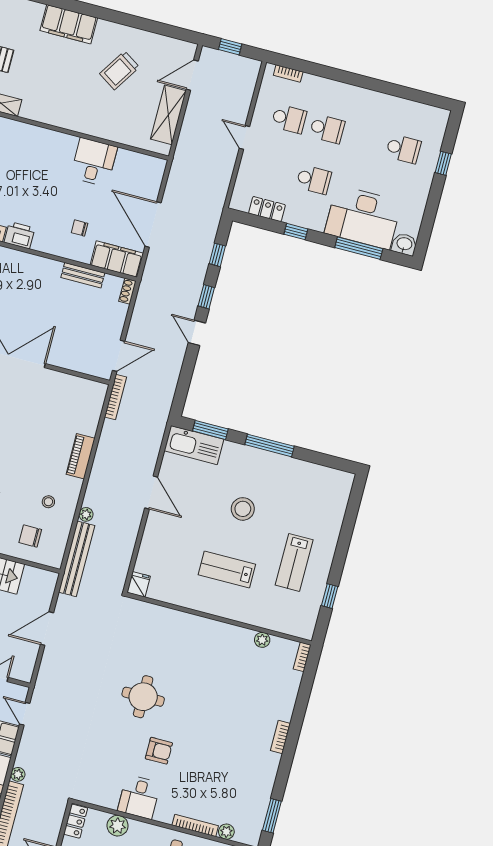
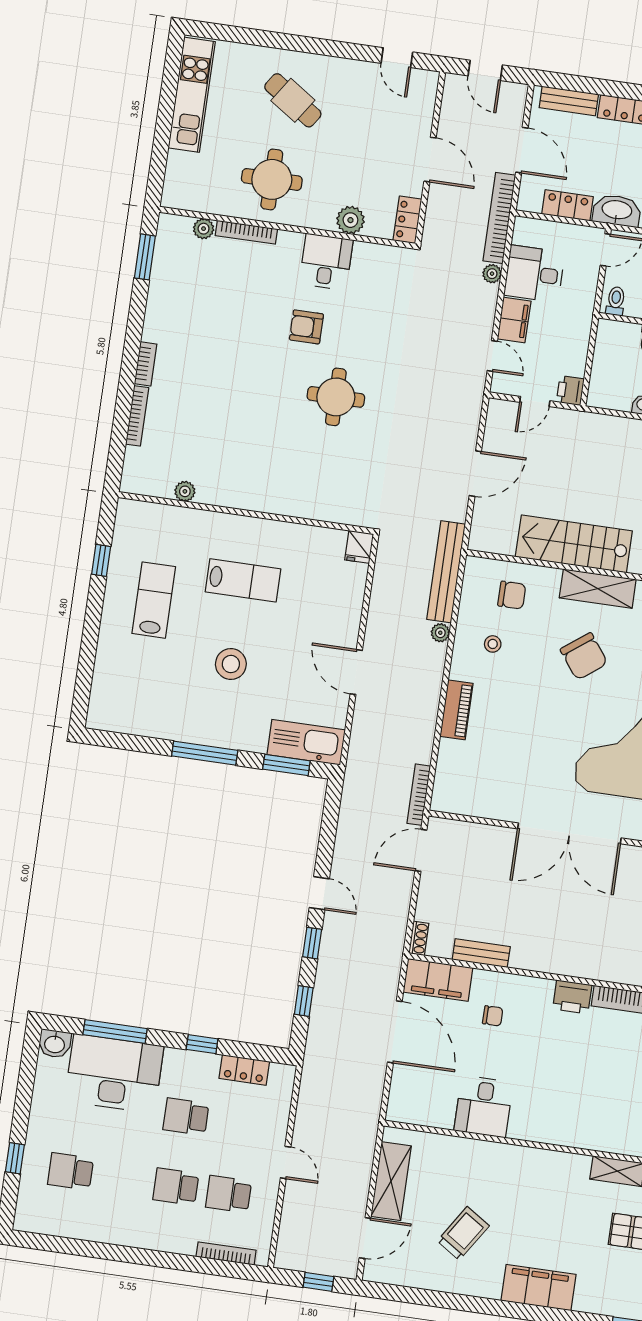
bookcase: (288, 73) -> (226, 1253), width x1.56
bookcase: (302, 657) -> (137, 416), moved, width x1.56

